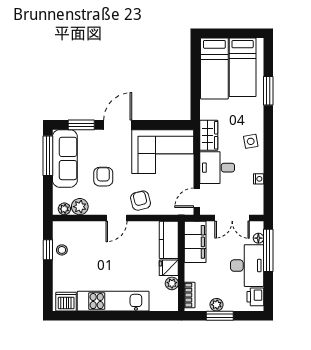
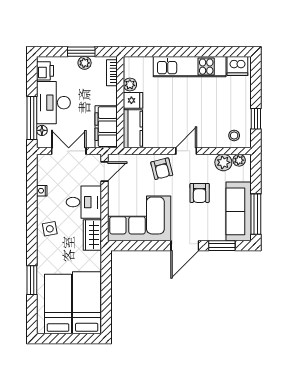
stool: (62, 250) -> (234, 135), moved

